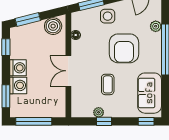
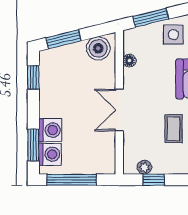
washing machine: (18, 68) -> (50, 154), moved
plant: (99, 112) -> (144, 167), moved
window: (104, 121) -> (154, 180), moved

